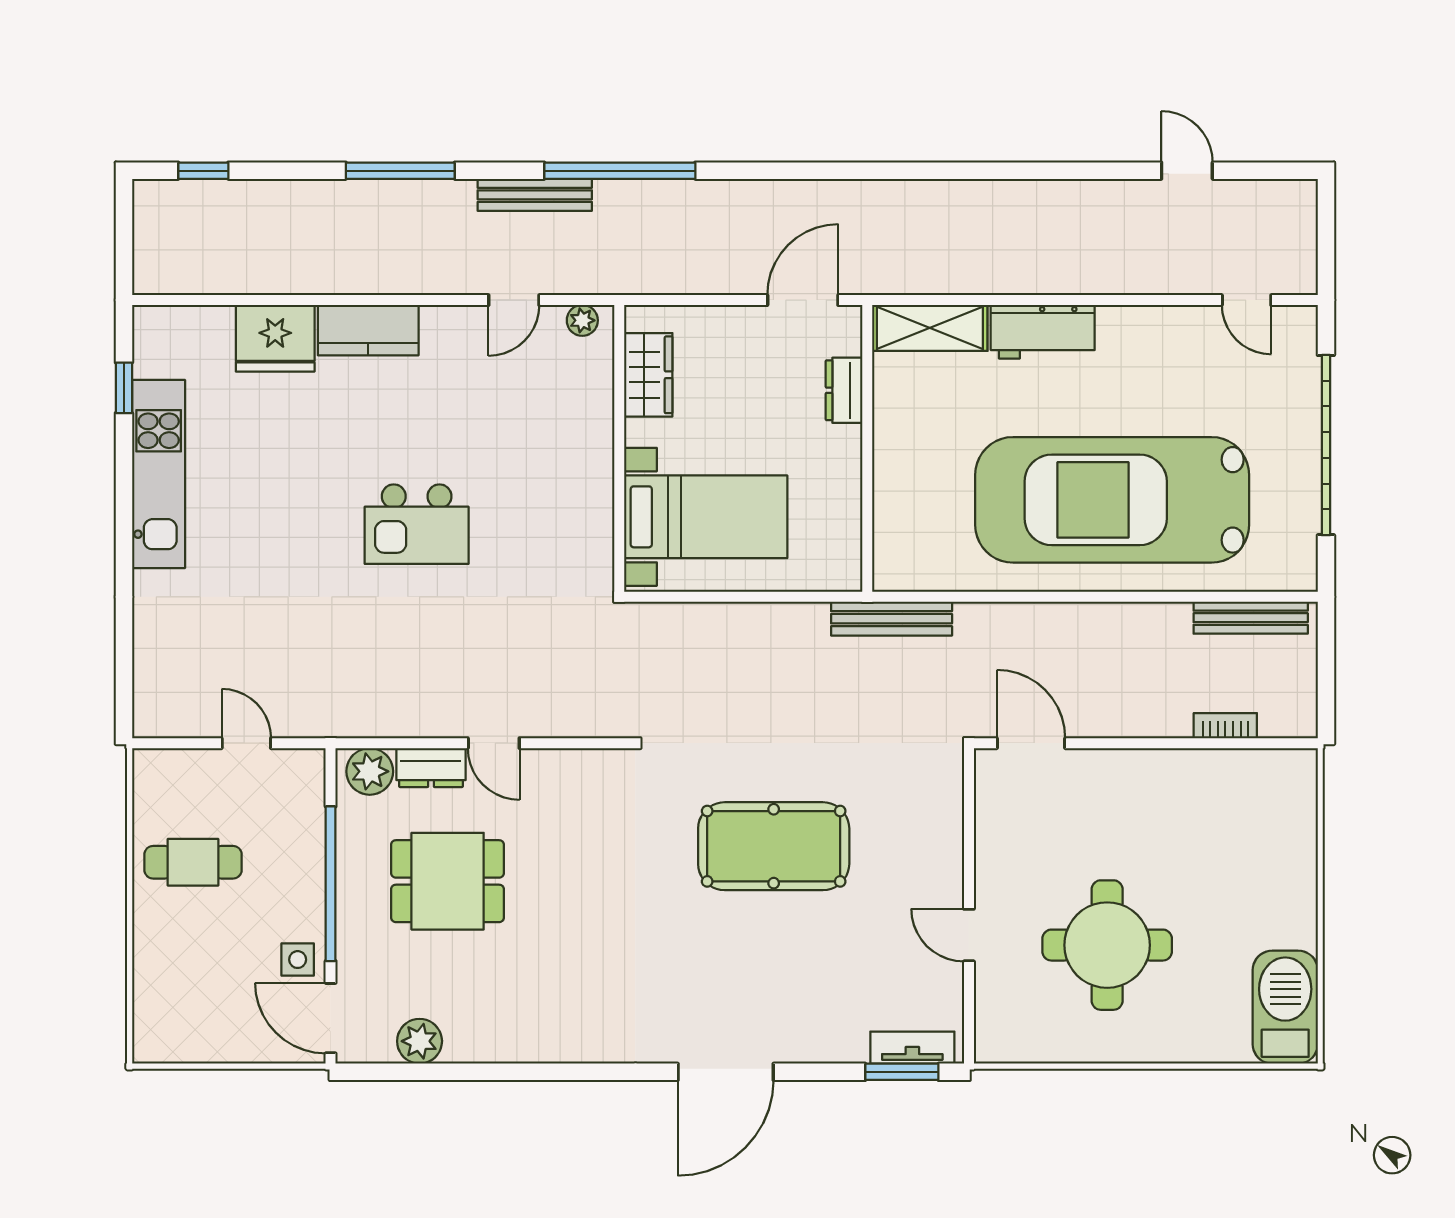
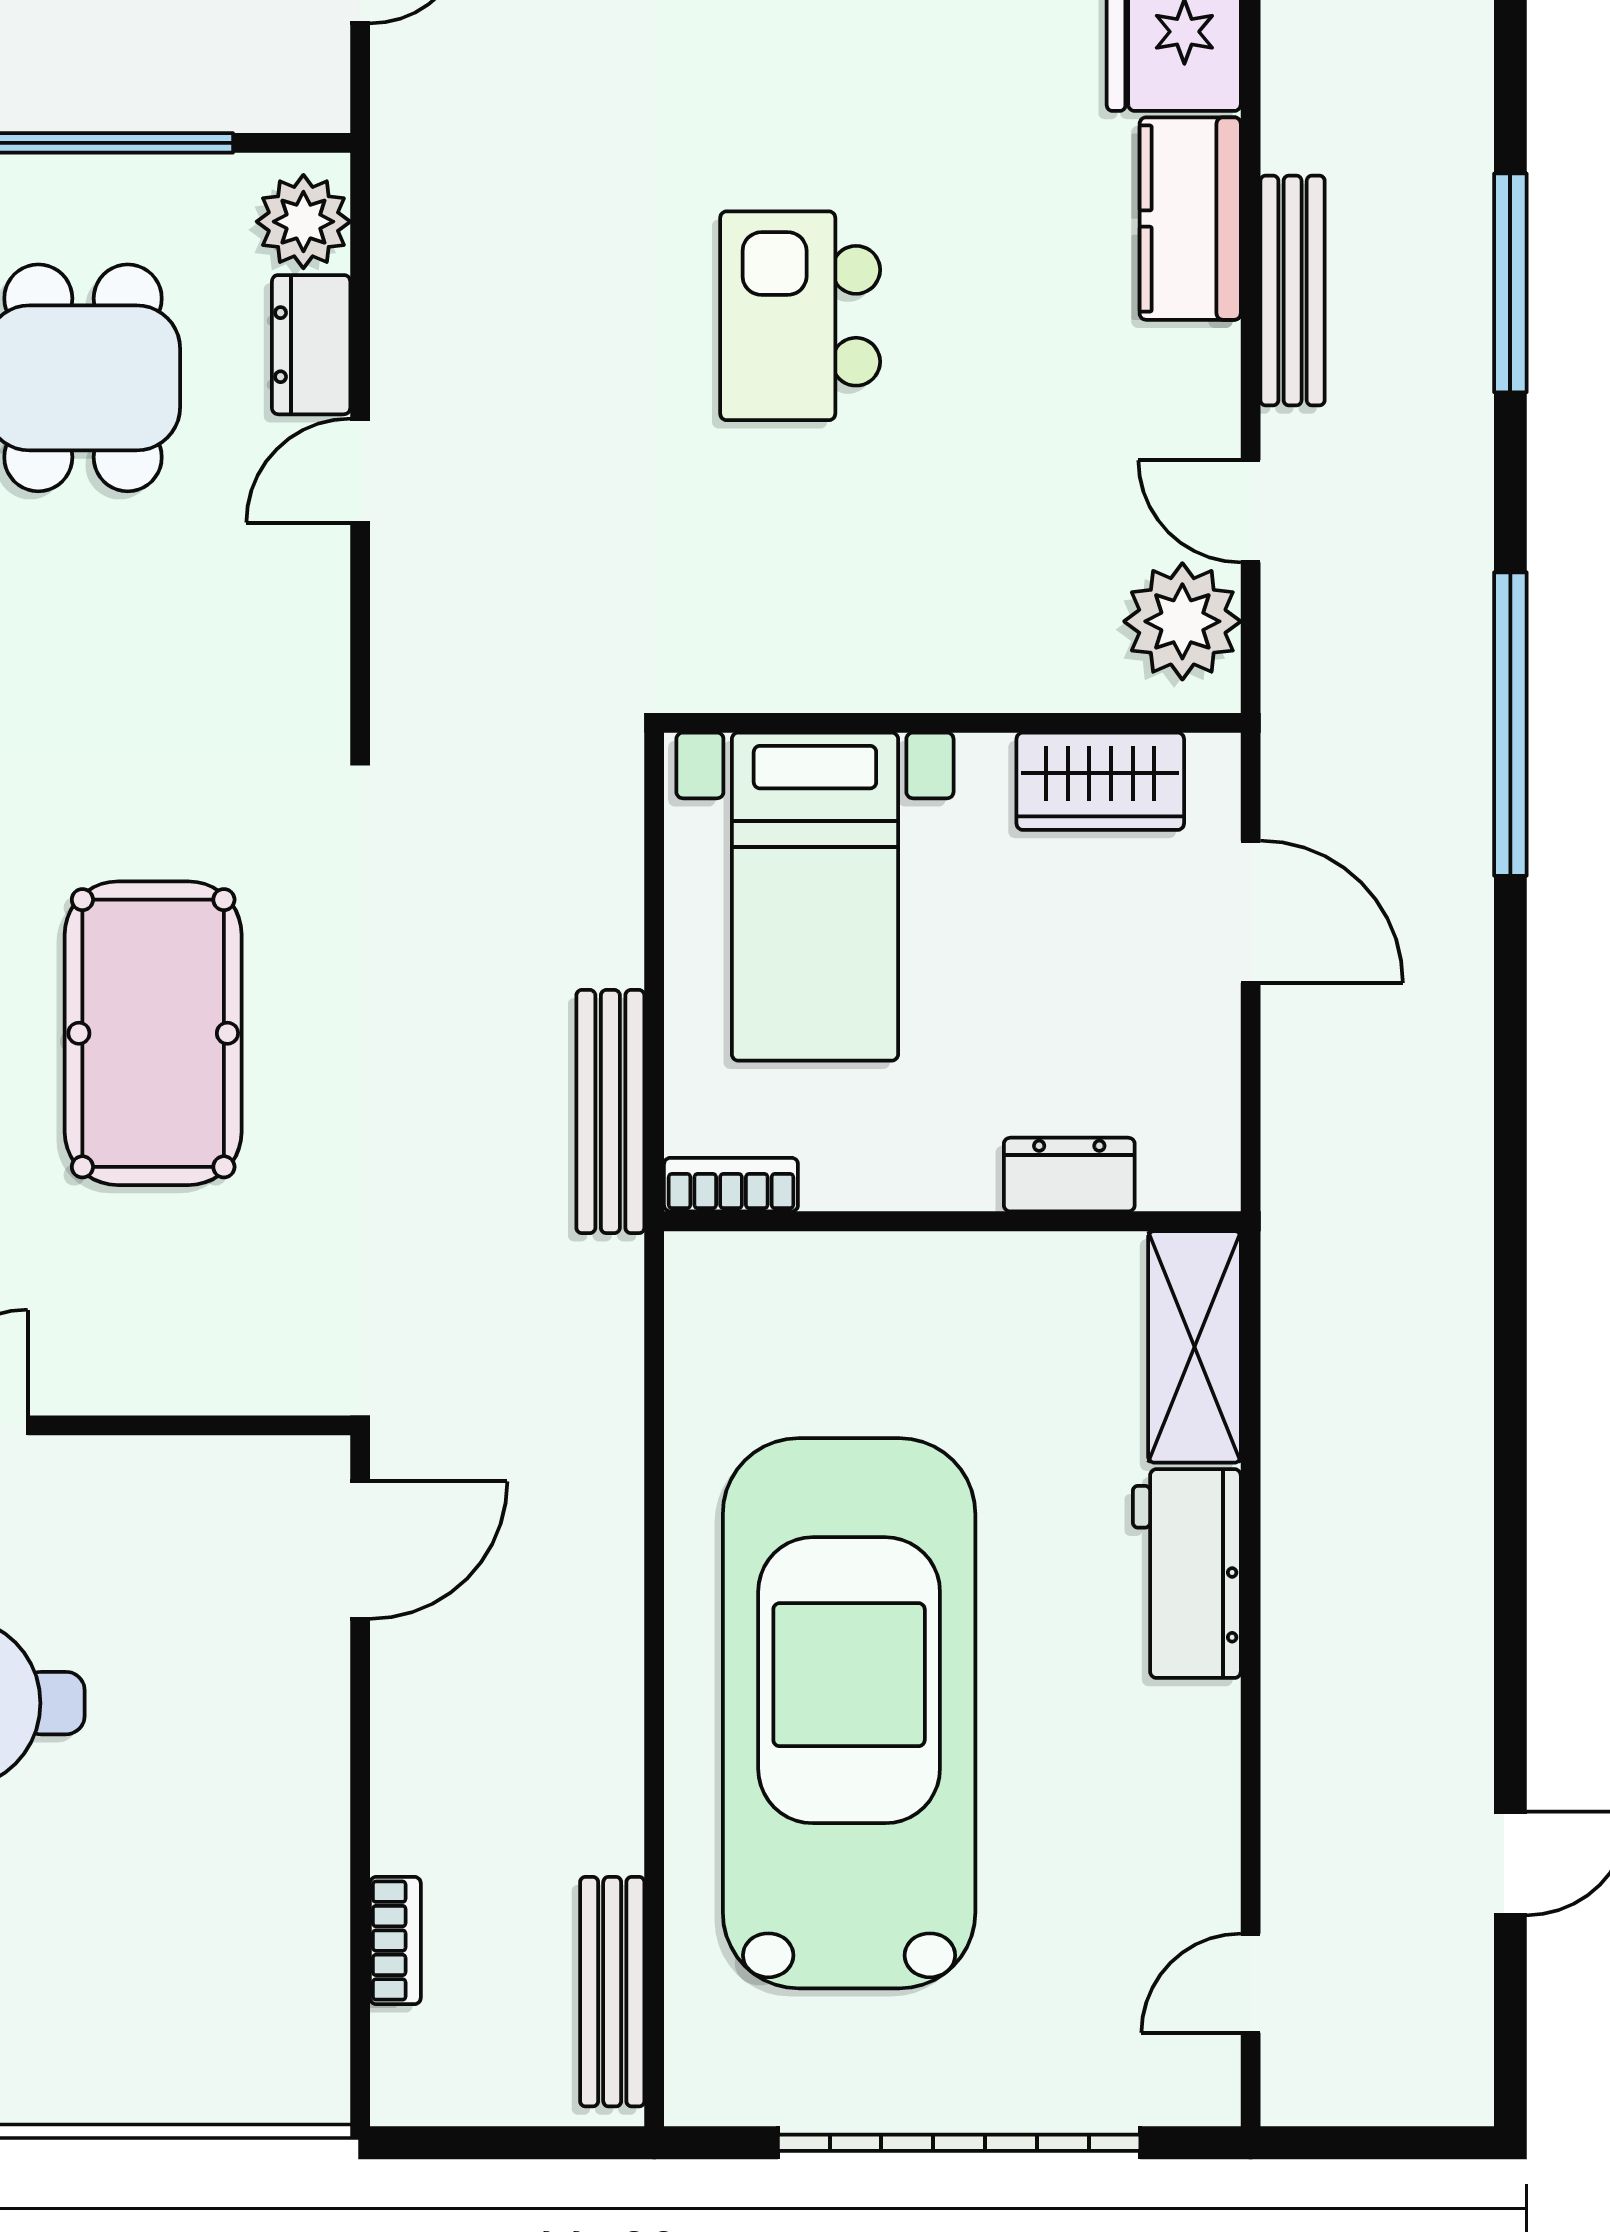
bench: (535, 195) -> (1293, 290), moved
door: (803, 300) -> (1251, 912), moved
plant: (582, 320) -> (1182, 621), width x1.88, depth x1.88
bookcase: (849, 559) -> (731, 1185), added
bench: (892, 619) -> (610, 1112), moved

